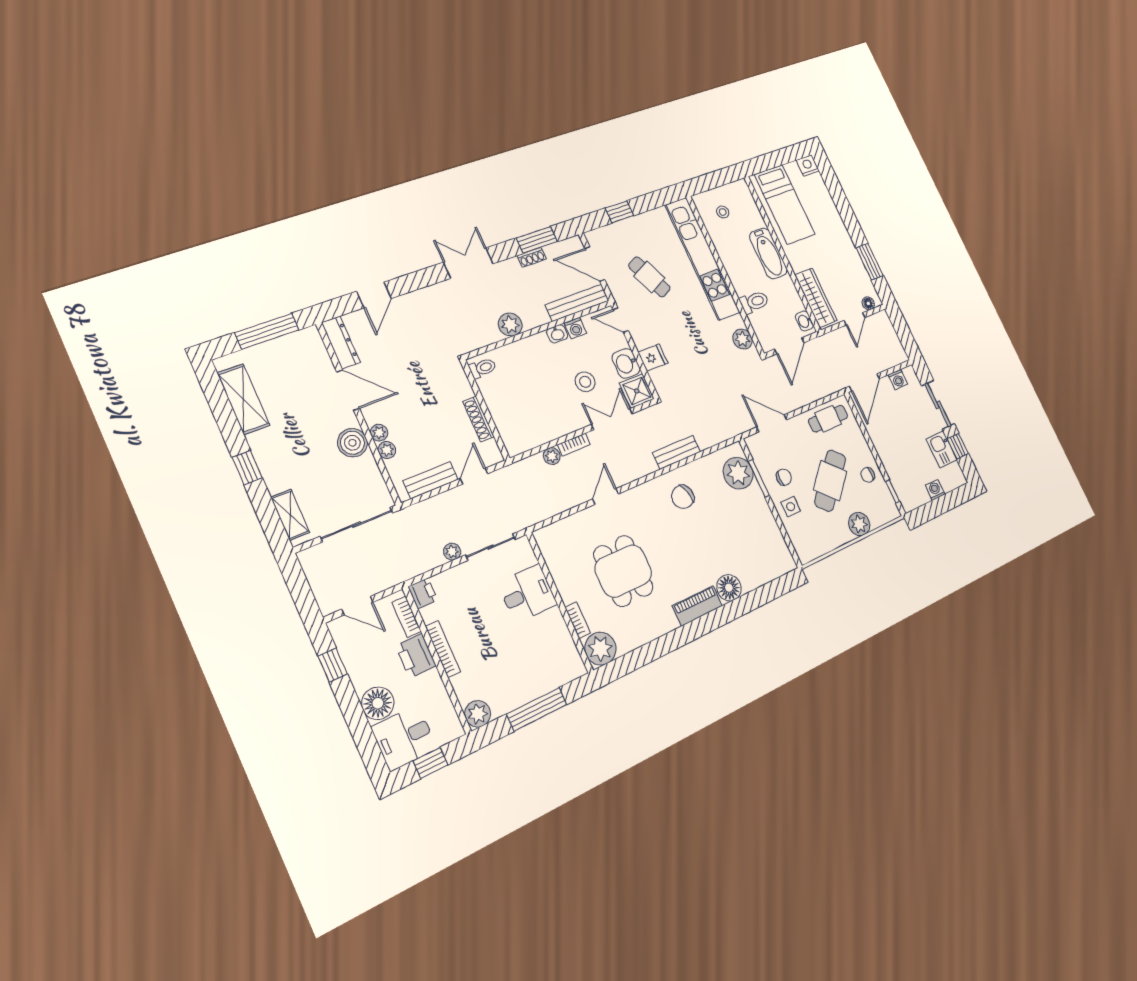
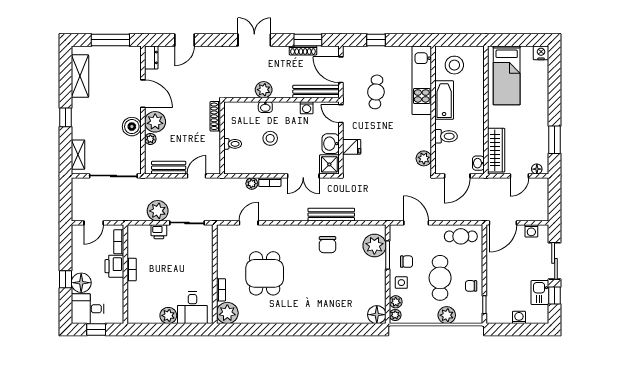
stool: (723, 212) -> (454, 65), width x1.89, depth x1.89
bathtub: (768, 253) -> (444, 100), moved, turned 180
shoe rack: (532, 257) -> (303, 50), width x1.43
kitchen unit: (702, 259) -> (422, 80), width x0.73
cafe table: (649, 277) -> (376, 92), turned 30
washbasin: (557, 334) -> (265, 107), moved
dresser: (341, 342) -> (151, 57), width x0.70
toilet: (483, 368) -> (233, 144), moved
stool: (585, 382) -> (270, 138), moved
shoe rack: (478, 419) -> (215, 116), moved
double door: (612, 419) -> (303, 176), swing flipped
plant: (379, 433) -> (155, 122), width x1.88, depth x1.88
bench: (677, 452) -> (331, 215), width x1.36
cafe table: (830, 481) -> (440, 278), turned -44
door: (606, 496) -> (249, 223), moved
chair: (683, 497) -> (328, 245), turned -73
plant: (796, 534) -> (396, 302), added
plant: (452, 552) -> (158, 211), width x1.88, depth x1.88
plant: (803, 552) -> (395, 315), added
floor lamp: (729, 588) -> (377, 315), moved
printer: (423, 593) -> (159, 232), moved, turned 90
desk: (527, 594) -> (192, 308), moved, turned 90
door: (357, 606) -> (94, 223), hinge flipped
piano: (697, 606) -> (303, 316), removed
bookcase: (443, 649) -> (132, 270), width x0.64
window: (333, 665) -> (66, 279), moved
window: (537, 709) -> (171, 330), removed
plant: (478, 714) -> (168, 316), moved

